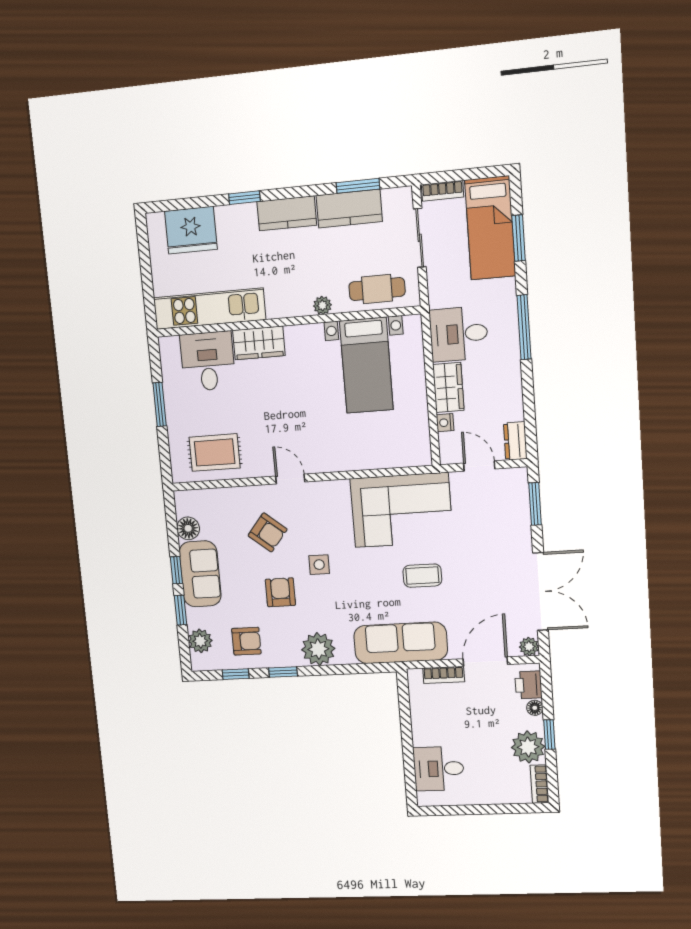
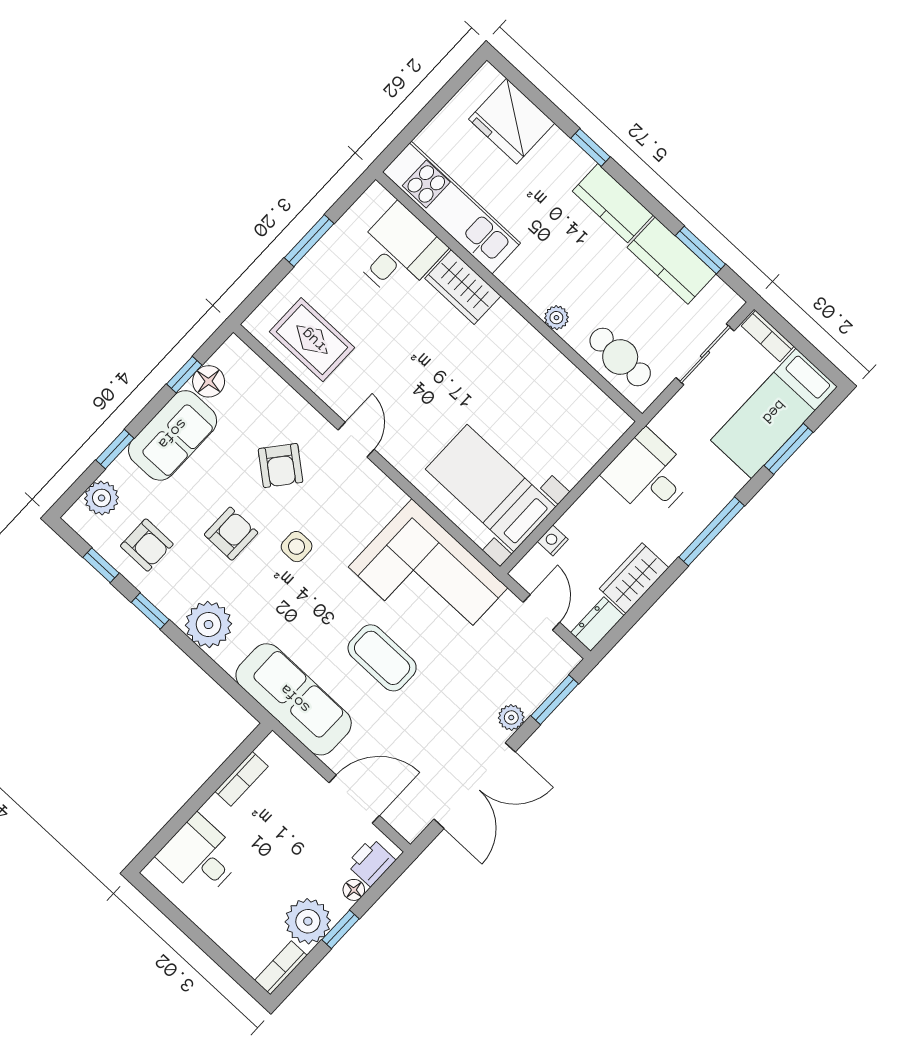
bed with nightstands: (366, 365) -> (491, 488), moved, turned 90
wardrobe: (448, 387) -> (634, 578), moved, turned 180
window: (176, 570) -> (184, 375), moved
coffee table: (422, 576) -> (382, 658), width x1.36, depth x1.30
plant: (529, 647) -> (511, 717), moved
bookcase: (444, 675) -> (242, 779), moved, turned -90

